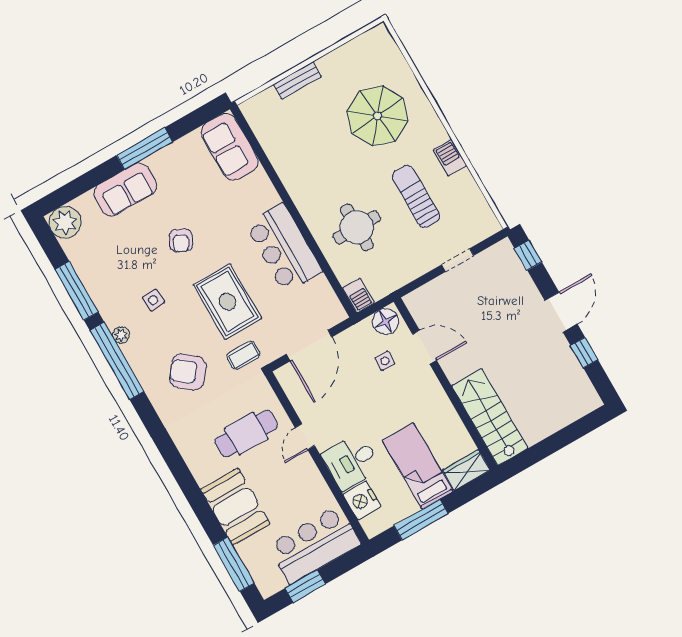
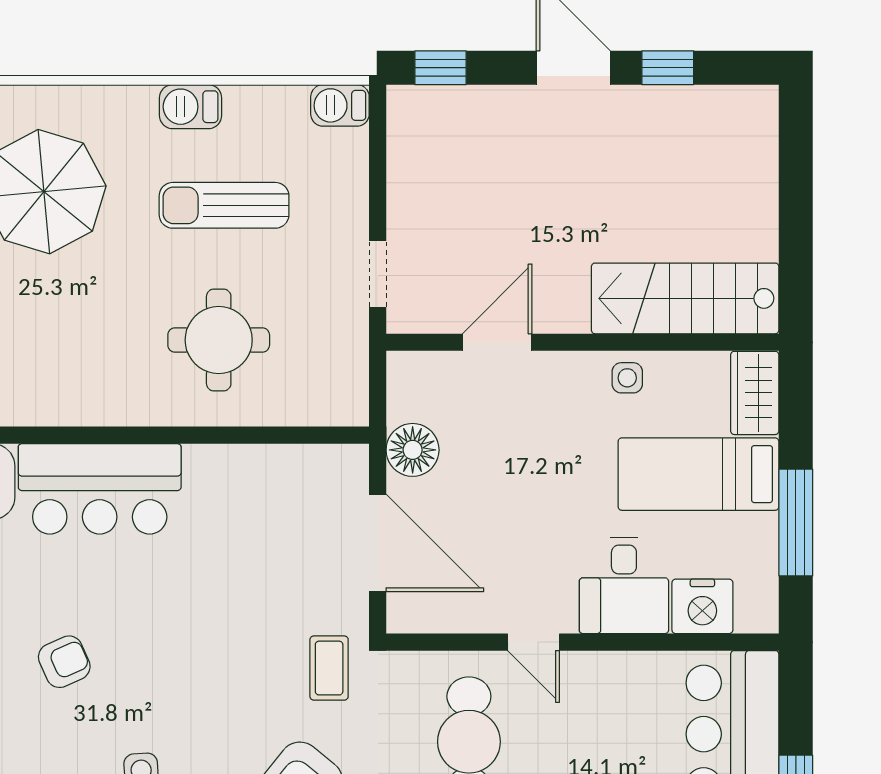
armchair: (181, 240) -> (64, 662), turned -51
bar counter: (284, 248) -> (100, 489), moved
doorway: (458, 260) -> (378, 274), moved
barbecue: (359, 296) -> (340, 105), moved, turned 180
rug: (227, 302) -> (218, 642), removed
floor lamp: (386, 321) -> (413, 450), moved
side table: (385, 361) -> (627, 378), moved

